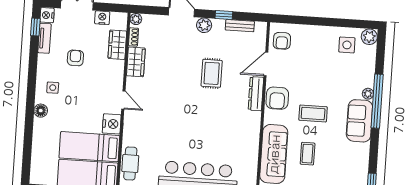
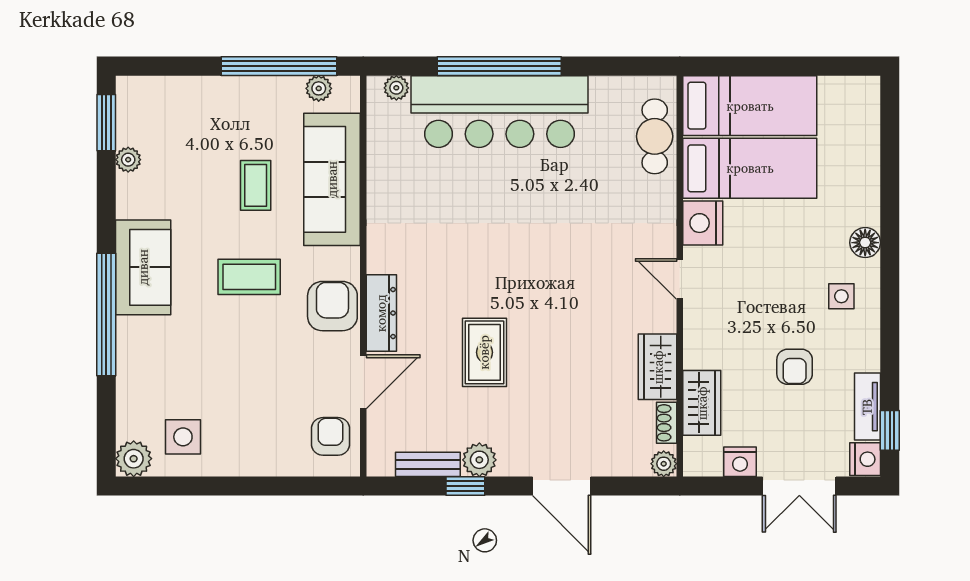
plant: (204, 25) -> (479, 460), moved
plant: (368, 94) -> (128, 160), moved

